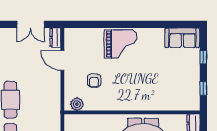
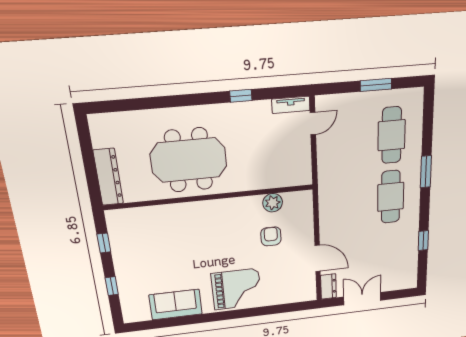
sofa: (182, 38) -> (176, 305), moved
grand piano: (121, 44) -> (236, 289), turned 180
plant: (77, 104) -> (273, 203), moved

